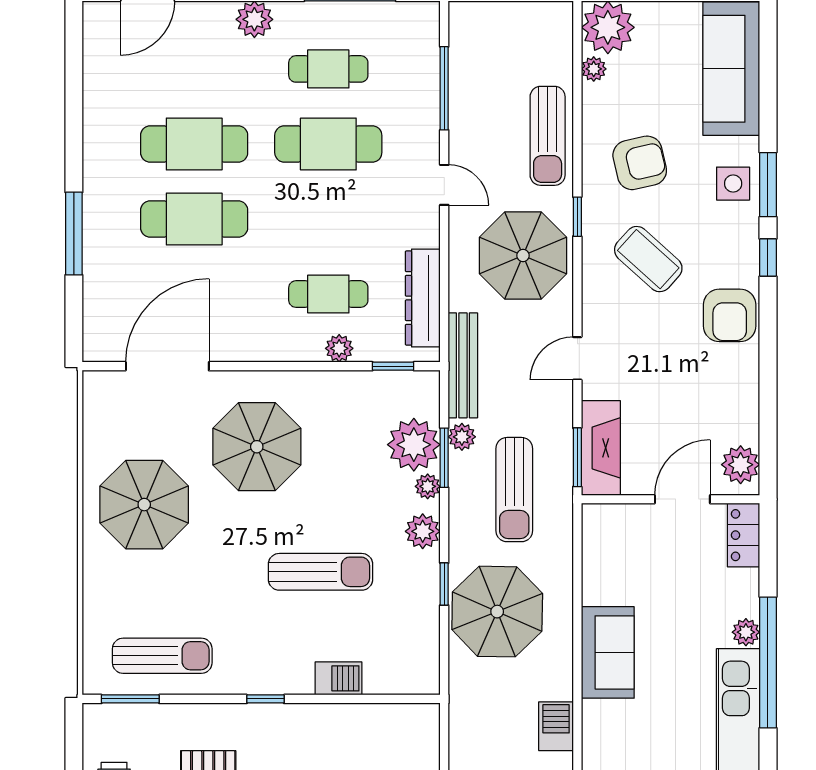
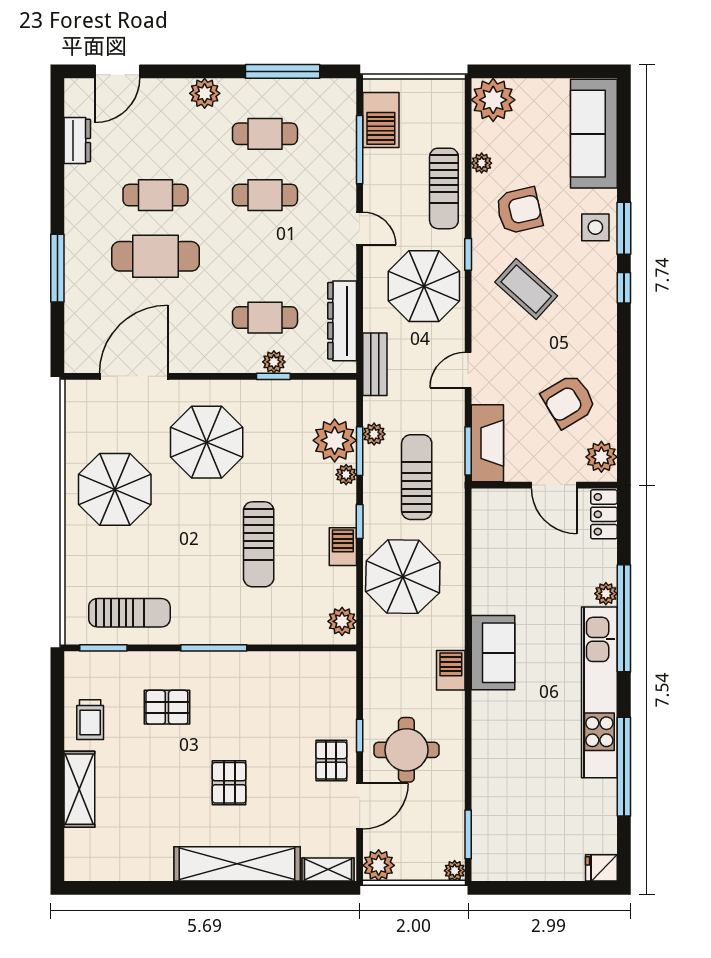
barbecue: (470, 52) -> (381, 120), added
plant: (594, 69) -> (482, 163), moved
dresser: (98, 77) -> (77, 140), added
cafe table: (194, 144) -> (155, 195), width x0.73, depth x0.74
cafe table: (328, 144) -> (265, 195), width x0.73, depth x0.74
armchair: (730, 315) -> (569, 401), moved, turned 59
bench: (463, 365) -> (375, 364), width x0.73
window: (393, 366) -> (273, 376), moved
sun lounger: (514, 490) -> (417, 477), turned 180
door: (682, 499) -> (554, 485), swing flipped
plant: (423, 531) -> (342, 621), moved
sun lounger: (320, 572) -> (259, 544), turned 90
window: (444, 584) -> (360, 521), moved
sofa: (608, 652) -> (493, 653), moved
barbecue: (338, 678) -> (343, 547), moved, turned -90
window: (265, 699) -> (214, 648), width x2.17

